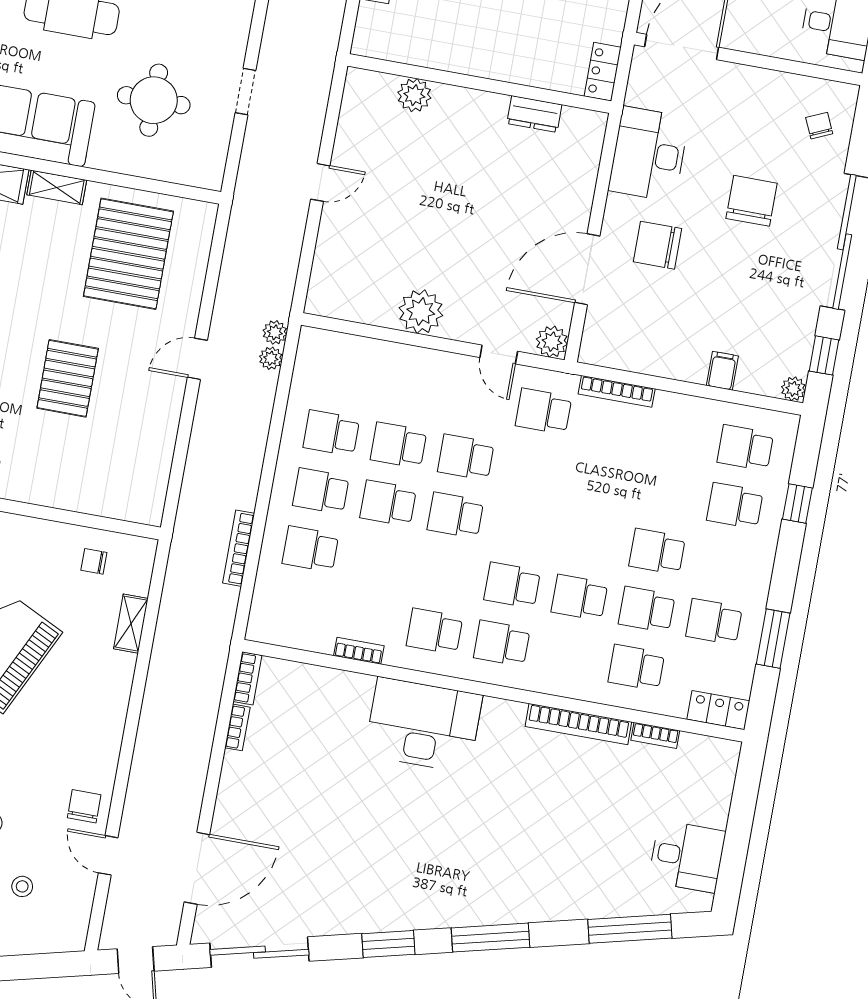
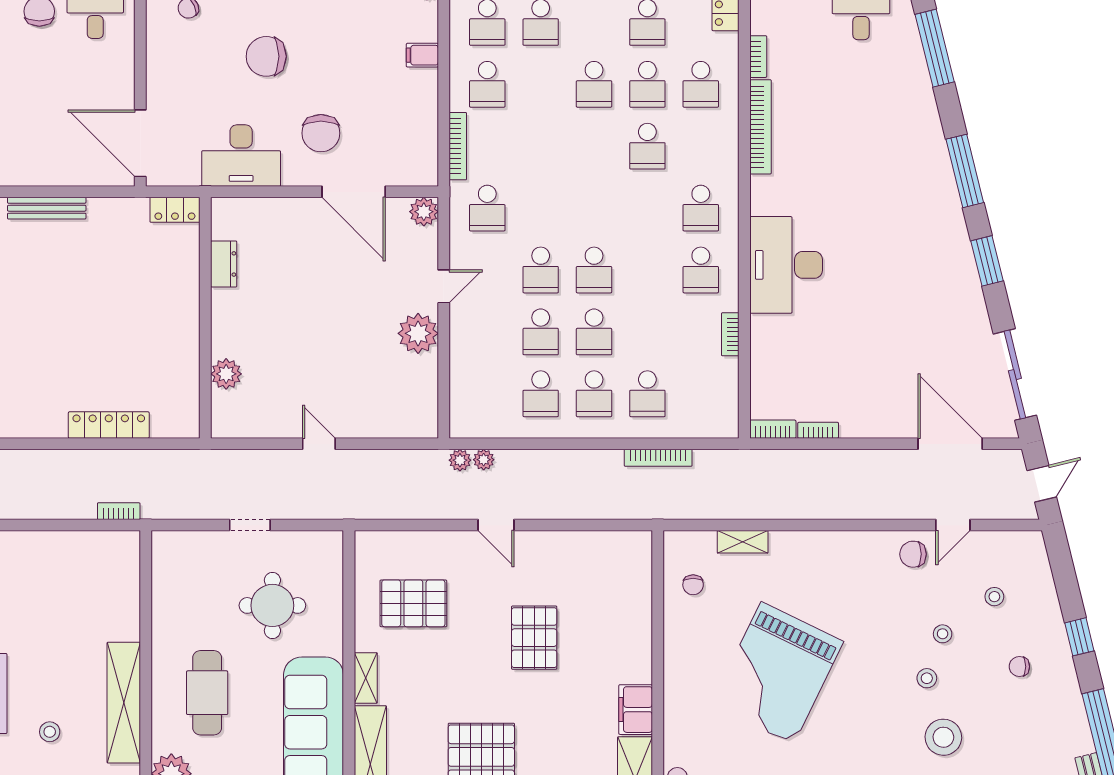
pallet: (128, 254) -> (413, 603), width x0.73, depth x0.71
door: (499, 354) -> (444, 286), moved
pallet: (68, 378) -> (534, 638), turned 90
school desk: (512, 585) -> (487, 84), moved

